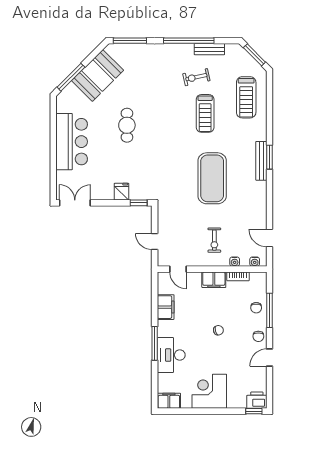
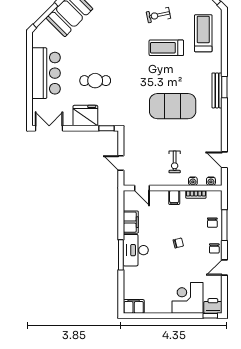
treadmill: (246, 97) -> (203, 33), turned 180
treadmill: (205, 113) -> (166, 48), turned 90
cafe table: (127, 125) -> (95, 81), moved, turned 90
exercise mat: (212, 178) -> (173, 106), turned 90
fridge: (122, 192) -> (85, 116), width x1.88, depth x1.34
filing cabinet: (214, 280) -> (174, 197), width x0.50
desk: (171, 355) -> (136, 250), moved
corner desk: (209, 391) -> (187, 298), moved

